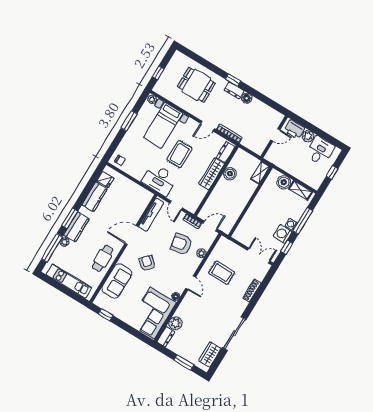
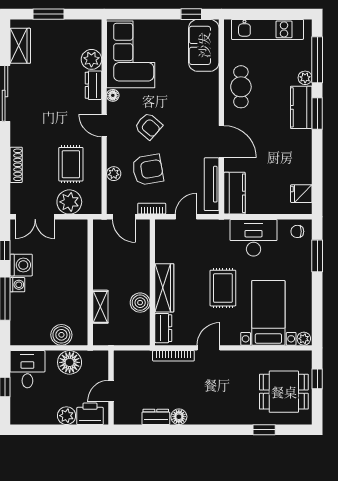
window: (233, 80) -> (264, 430), moved
dining table: (196, 85) -> (284, 392), moved
dresser: (234, 90) -> (156, 417), moved
window: (129, 121) -> (317, 256), moved
desk: (320, 151) -> (27, 369), moved, turned 180
floor lamp: (289, 164) -> (70, 362), added
shelving: (260, 173) -> (100, 307), moved
desk: (159, 180) -> (254, 238), moved
shelving: (301, 190) -> (32, 338), removed
kitchen counter: (95, 197) -> (235, 193), moved, turned 180
door: (176, 205) -> (186, 217), hinge flipped
door: (210, 226) -> (124, 217), hinge flipped
door: (132, 235) -> (221, 142), hinge flipped
plant: (235, 252) -> (69, 202), added
armchair: (147, 263) -> (149, 126), moved
rug: (222, 273) -> (71, 164), turned 90
sofa: (117, 281) -> (204, 45), moved
dresser: (166, 337) -> (93, 85), moved

